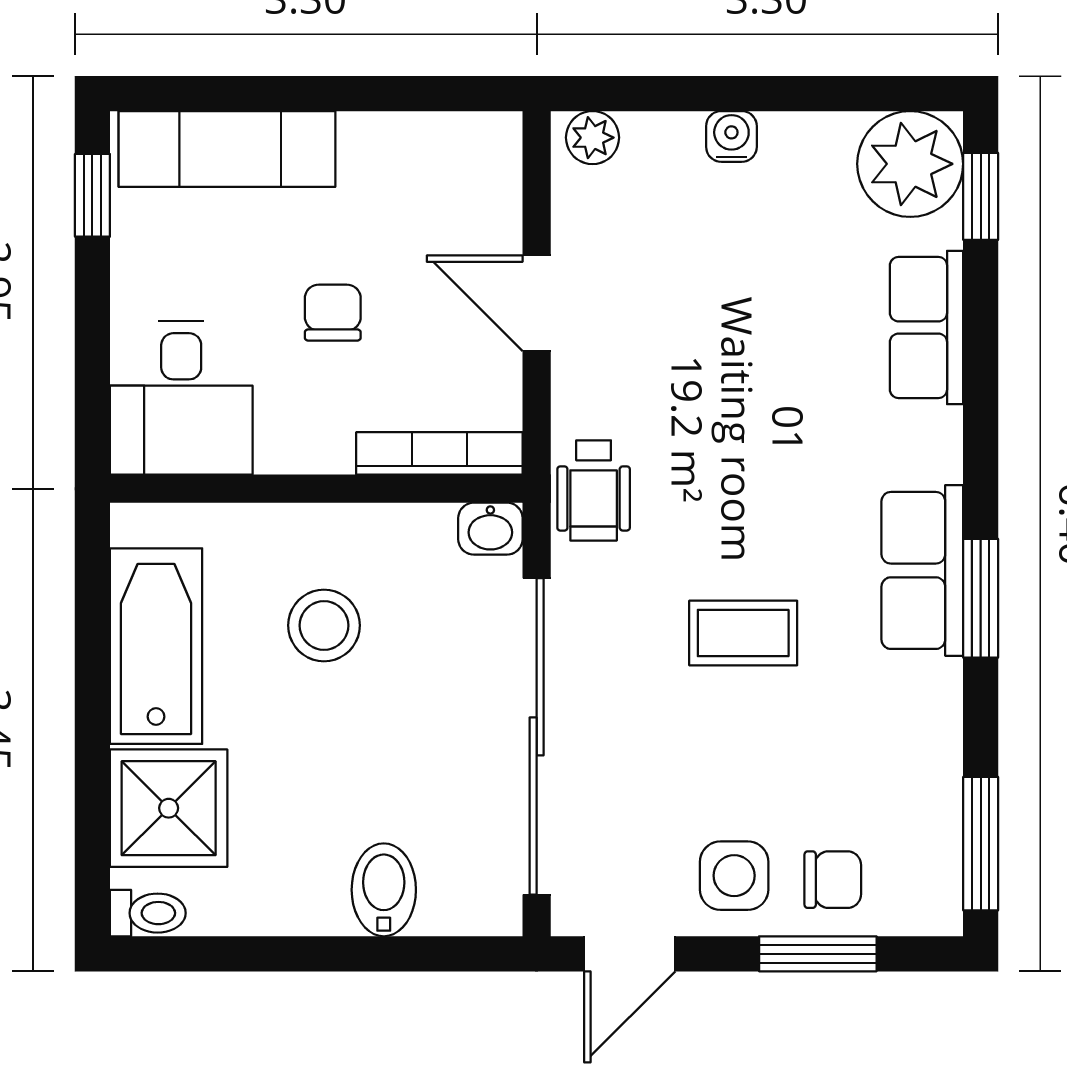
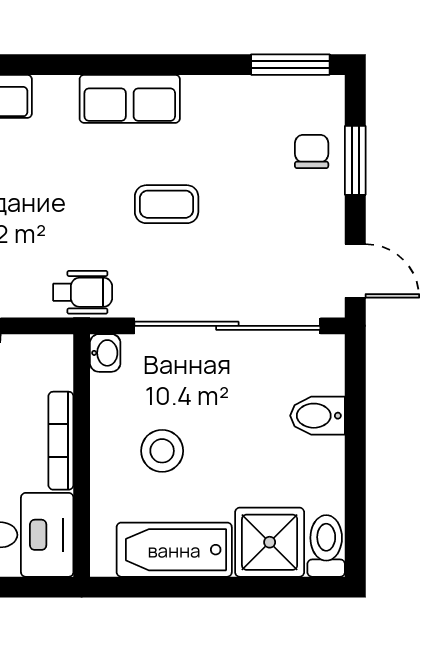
bookcase: (439, 453) -> (61, 441), moved
window: (981, 598) -> (146, 65), removed
coffee table: (743, 633) -> (167, 204), turned 90
side table: (734, 876) -> (309, 210), removed
toilet: (148, 913) -> (326, 546), width x1.37, depth x1.39

